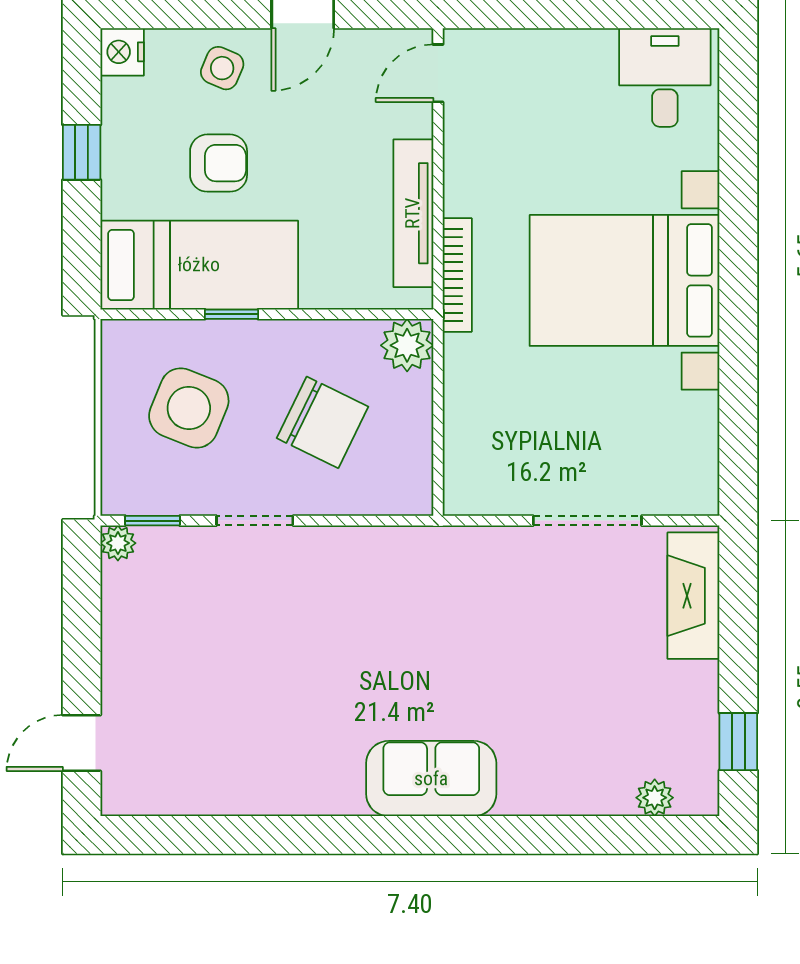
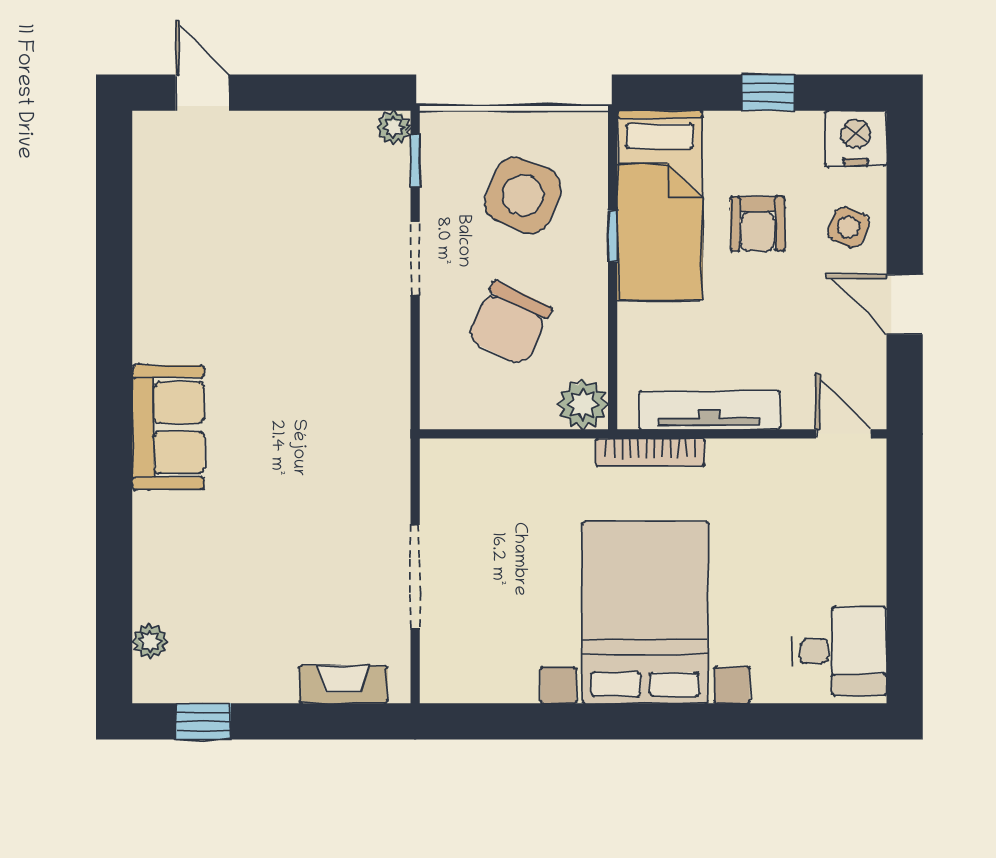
nightstand: (122, 52) -> (856, 138), width x1.36, depth x1.33
fireplace: (693, 596) -> (343, 685), width x0.73, depth x0.76

